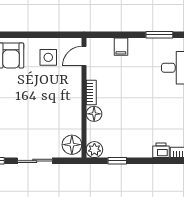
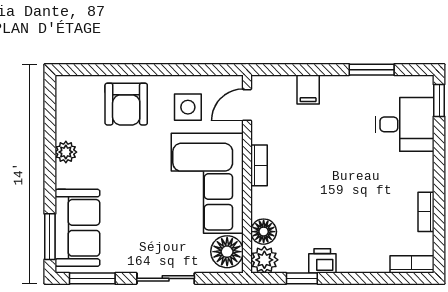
corner sofa: (60, 103) -> (207, 183), added
floor lamp: (94, 114) -> (264, 232), moved
printer: (161, 150) -> (322, 261), moved

